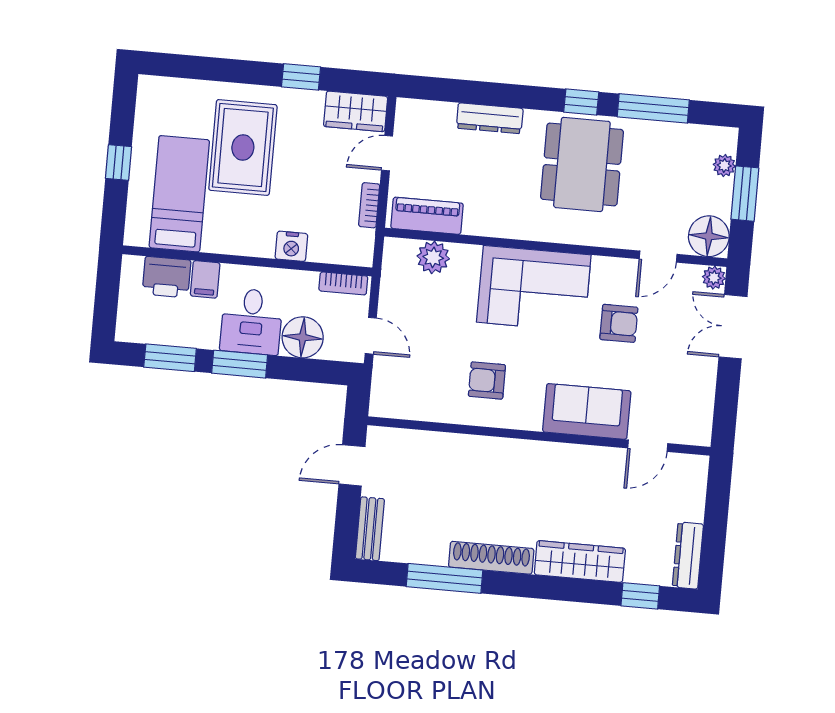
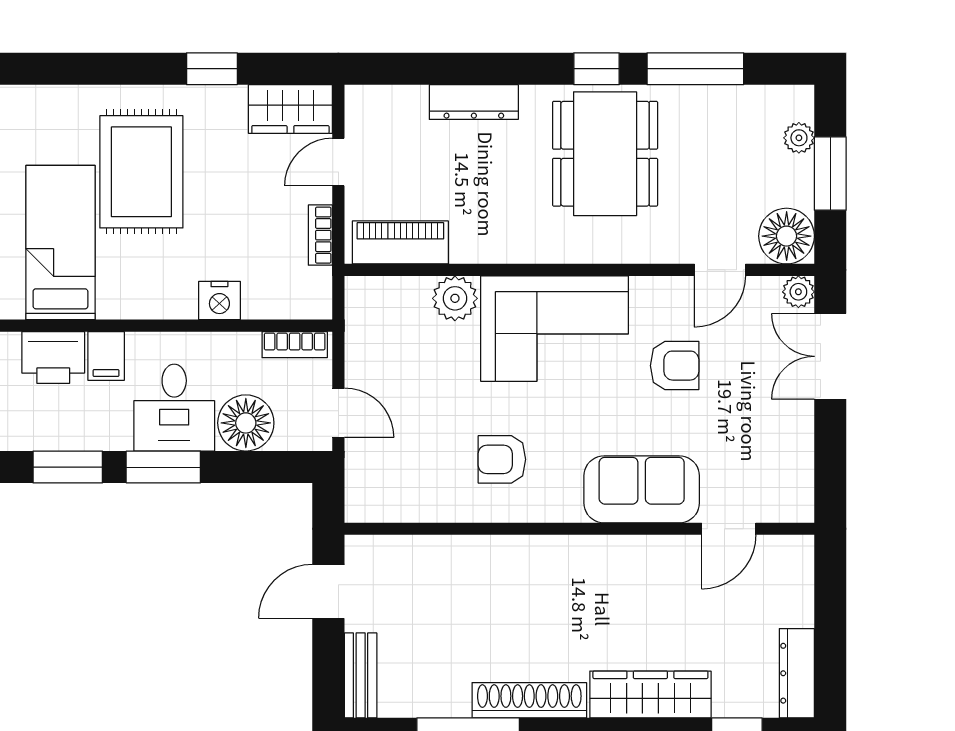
plant: (433, 257) -> (455, 298), moved

